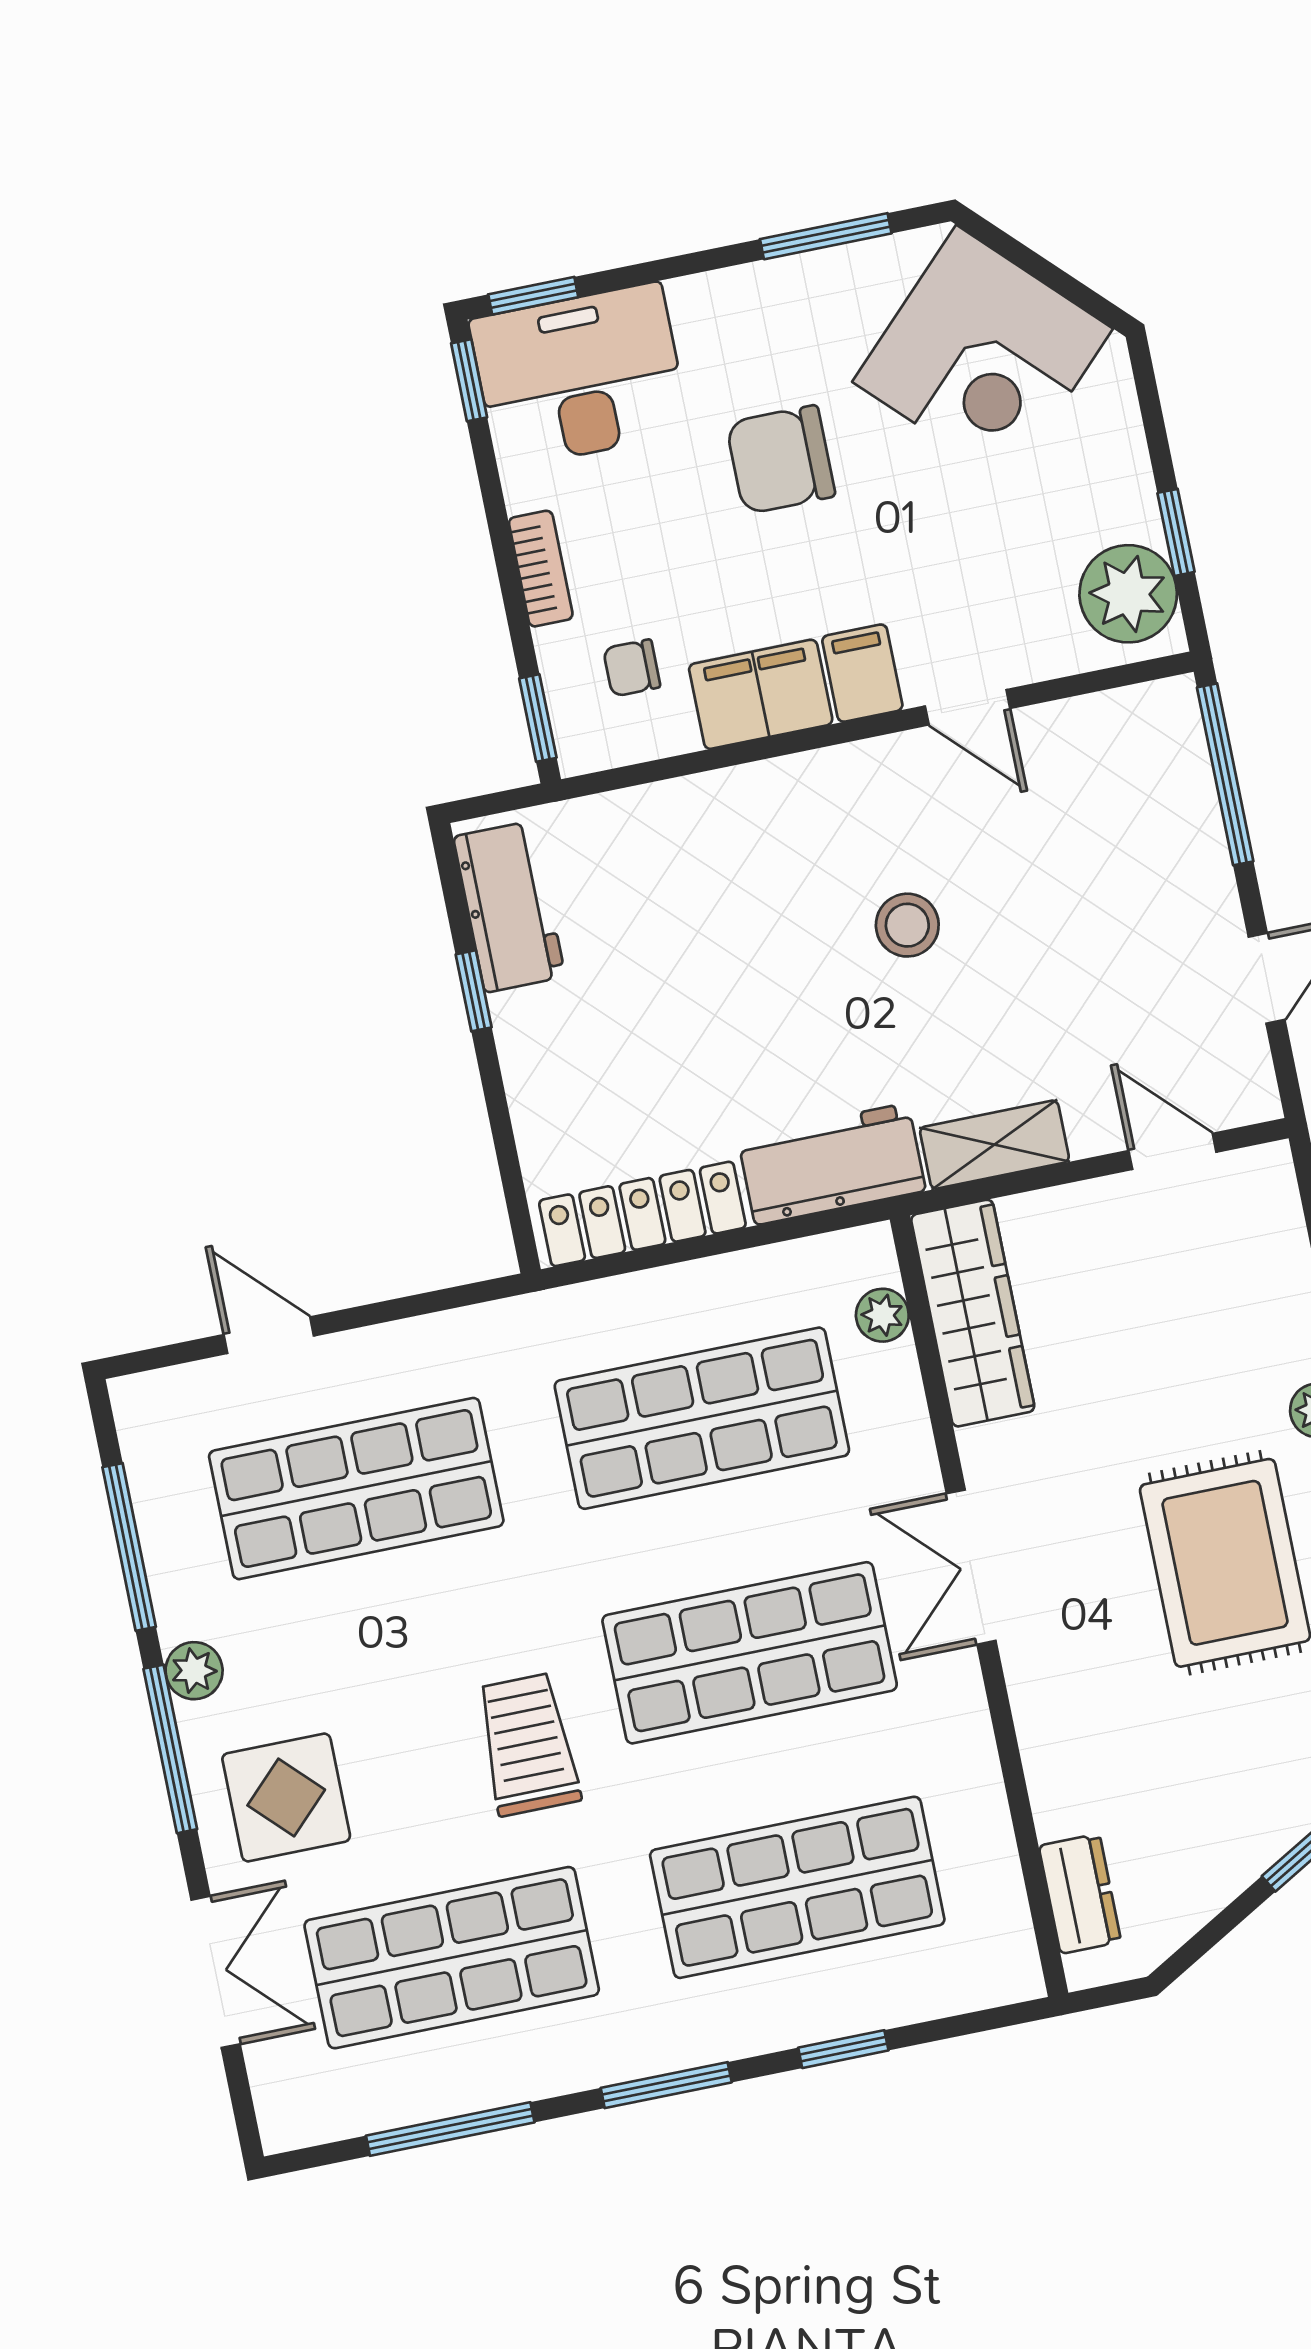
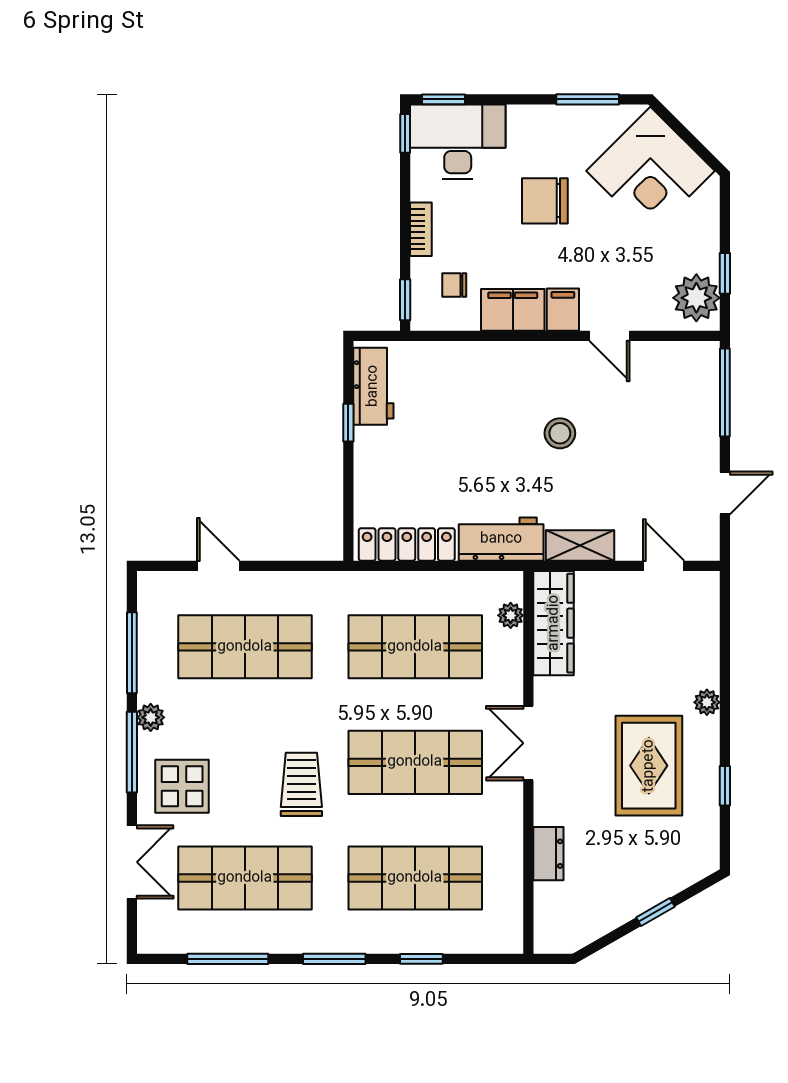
dresser: (1080, 1894) -> (548, 854), moved

